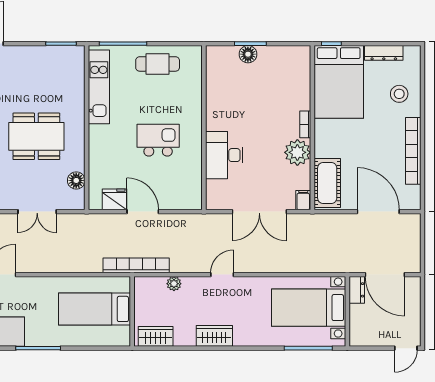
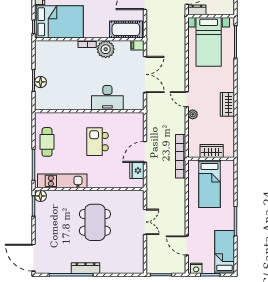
floor lamp: (76, 180) -> (41, 196), moved
plant: (174, 284) -> (193, 114), moved
wardrobe: (156, 336) -> (212, 151), moved, turned 90

